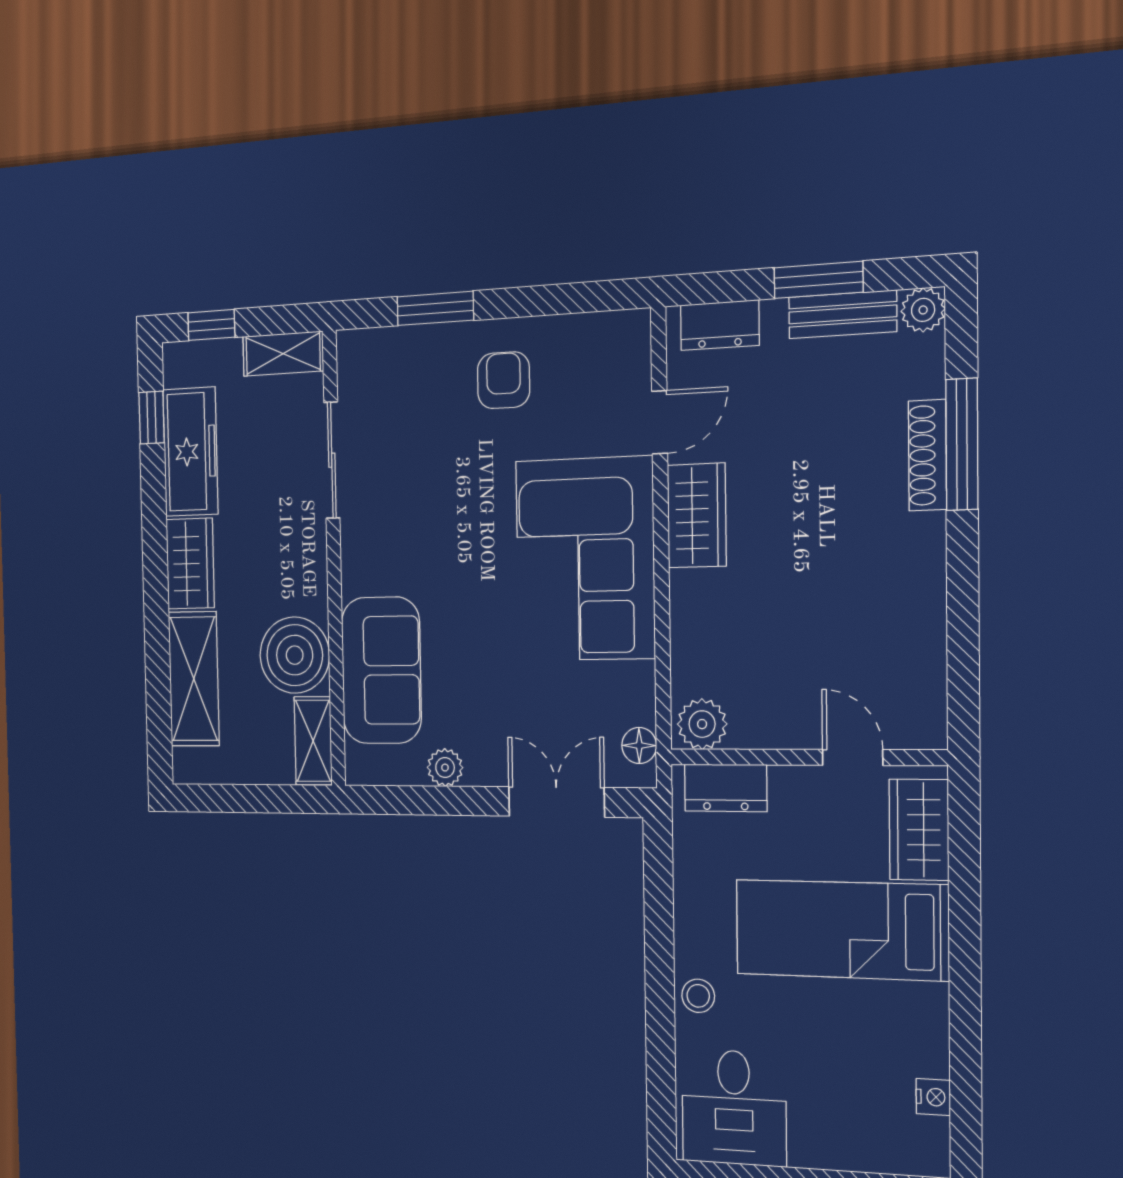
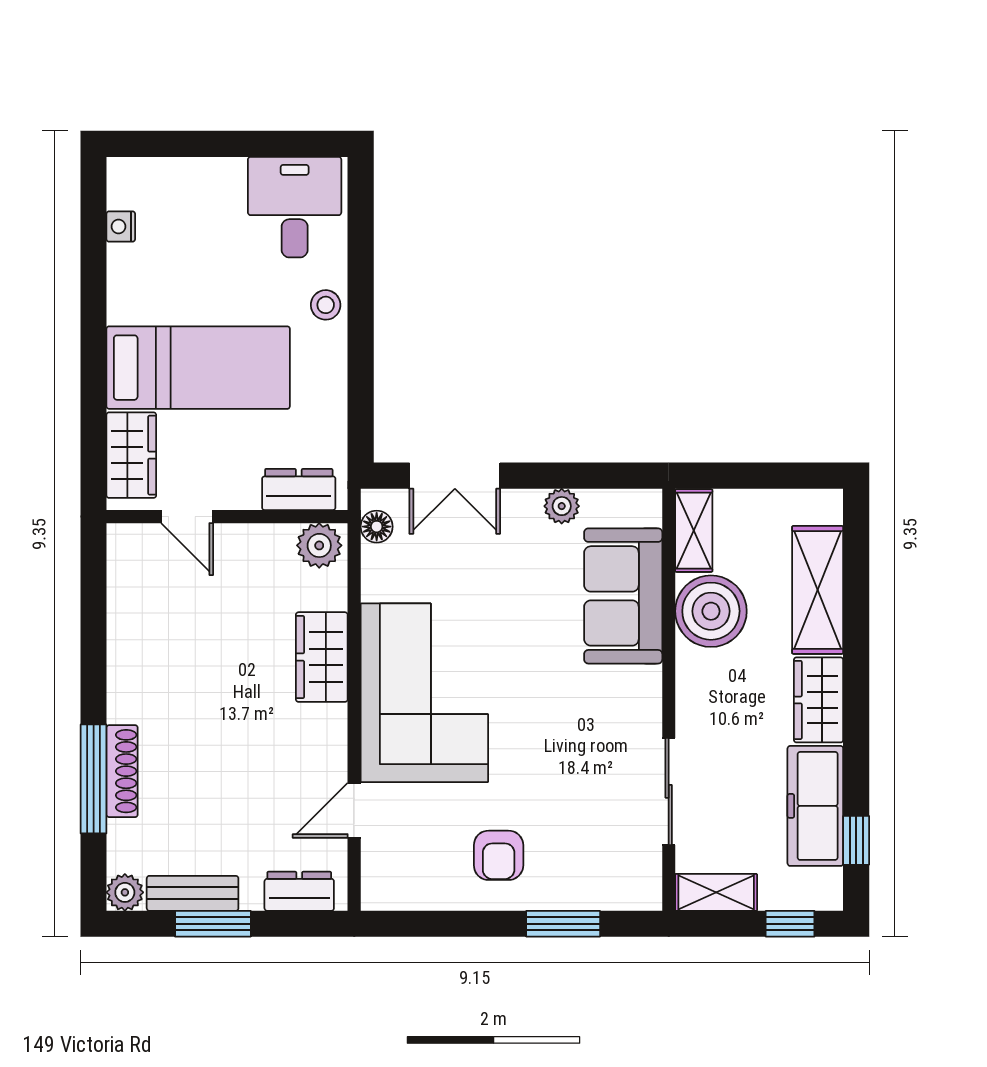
wardrobe: (697, 515) -> (322, 657), moved

